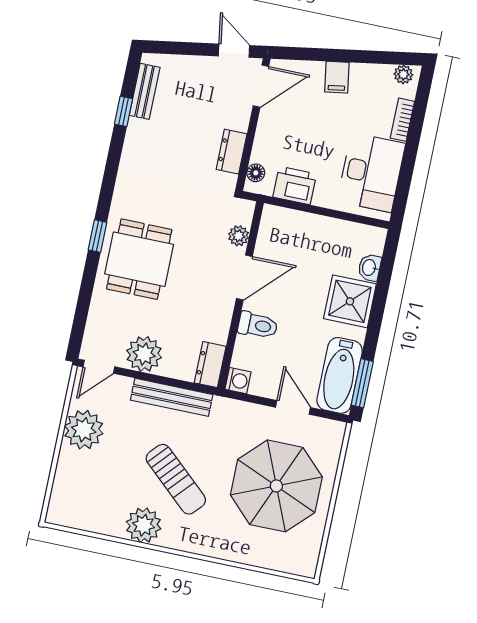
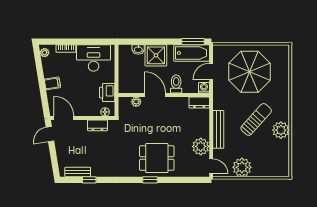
plant: (239, 236) -> (136, 102), moved
door: (244, 277) -> (155, 95), moved
wall: (241, 295) -> (164, 95), moved
toilet: (258, 325) -> (176, 84), moved
dresser: (210, 365) -> (199, 102), moved
washing machine: (238, 381) -> (204, 88), moved

